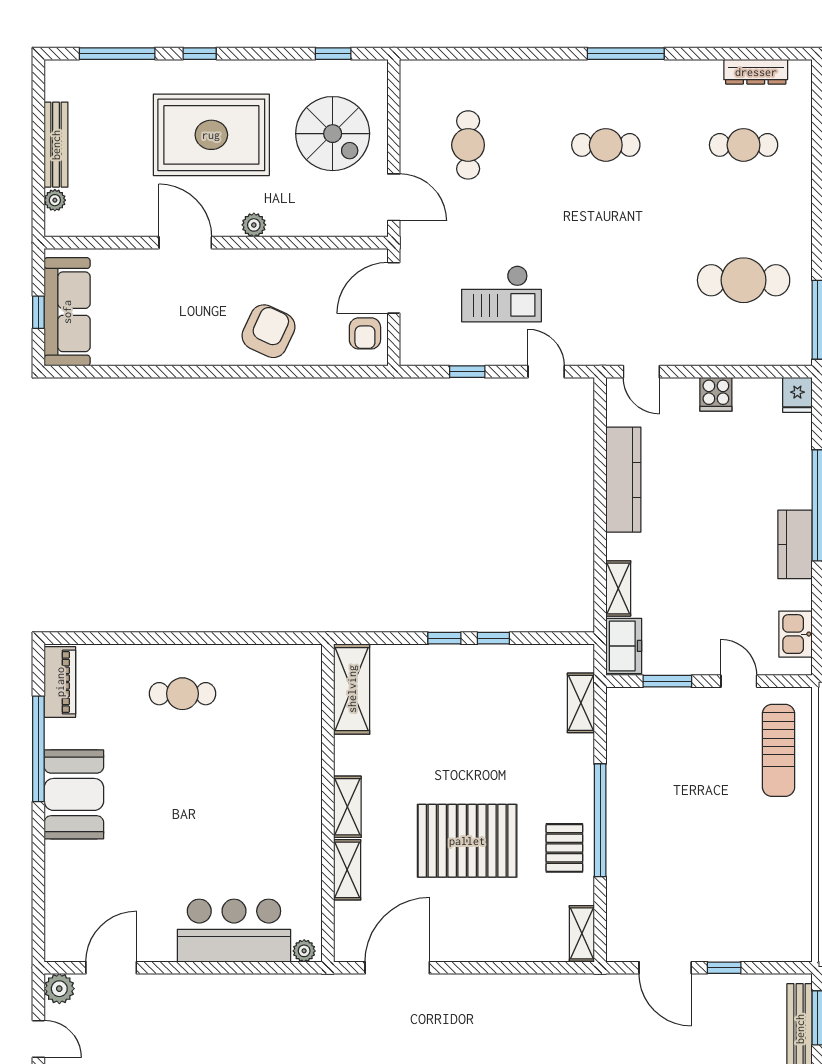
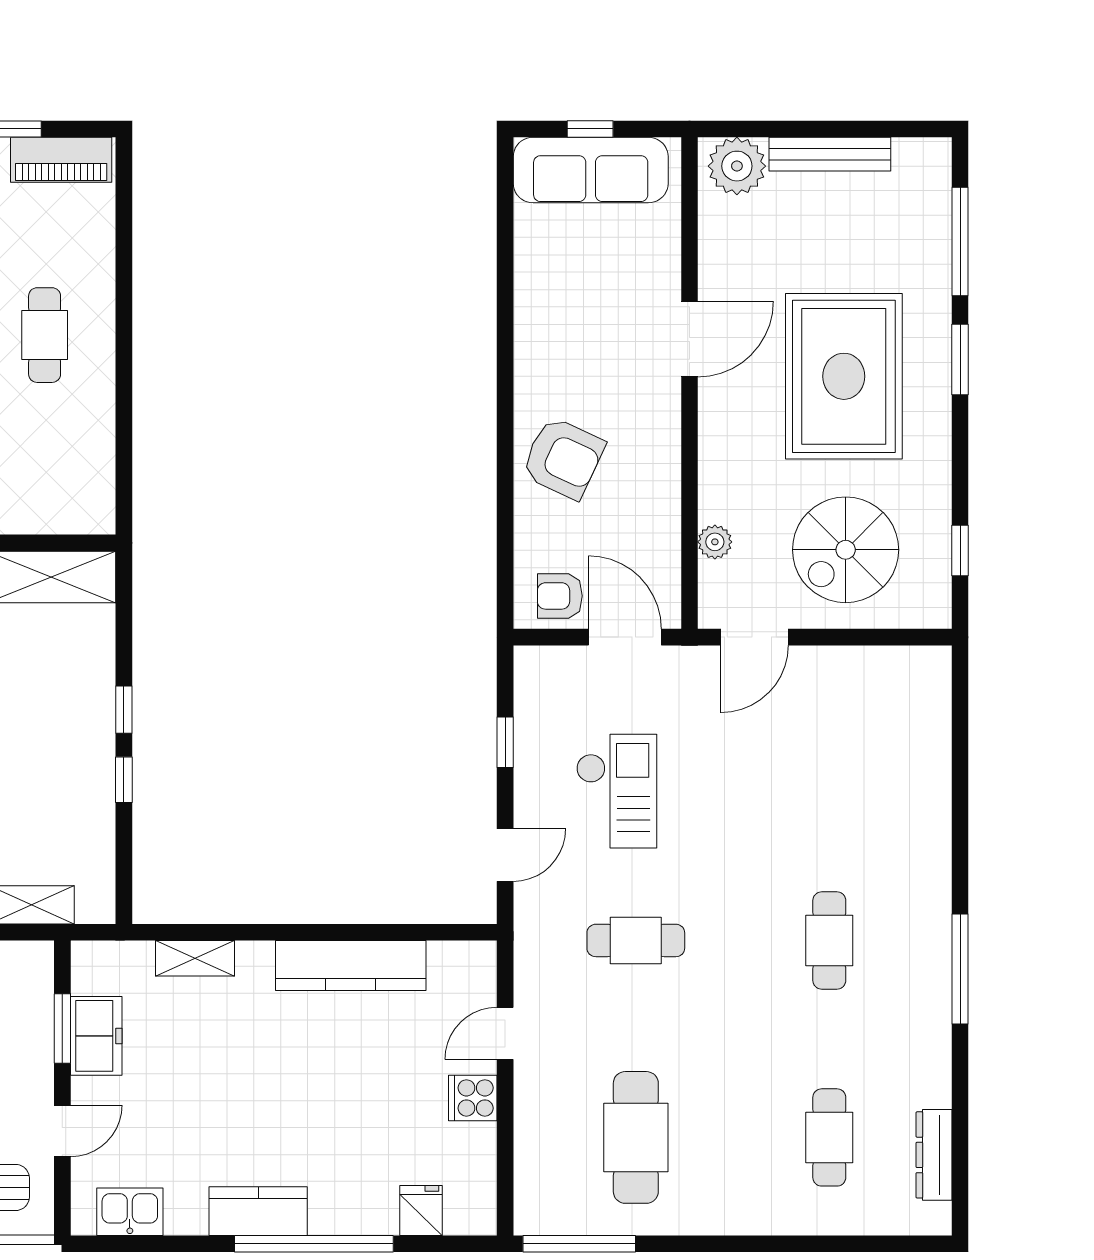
window: (200, 54) -> (960, 360), width x1.50
cafe table: (468, 145) -> (636, 940), moved
plant: (55, 200) -> (737, 166), width x1.88, depth x1.88
plant: (254, 225) -> (715, 542), moved
checkout: (501, 294) -> (617, 791), turned 180
door: (641, 372) -> (505, 1033), moved
fridge: (797, 395) -> (421, 1211), moved, turned 90
freezer: (624, 646) -> (96, 1036), moved, turned -90

